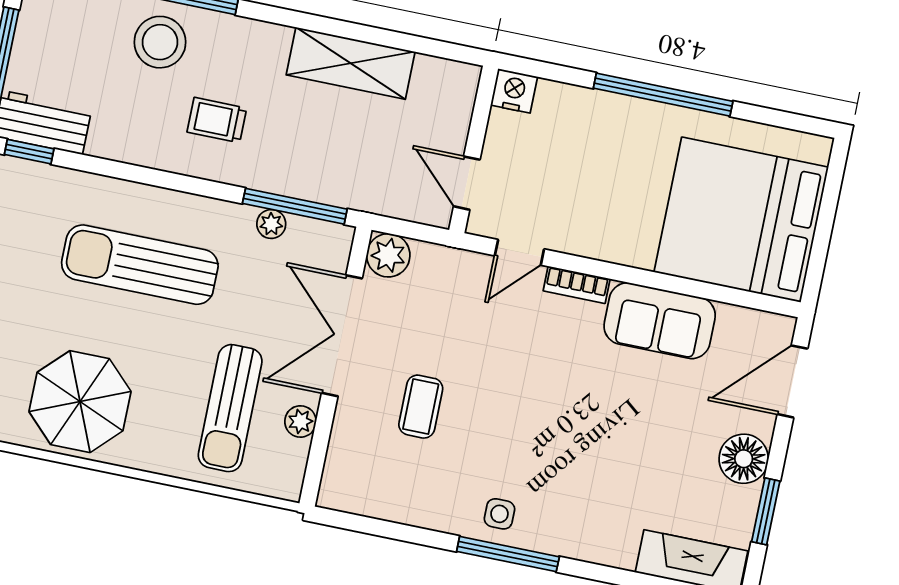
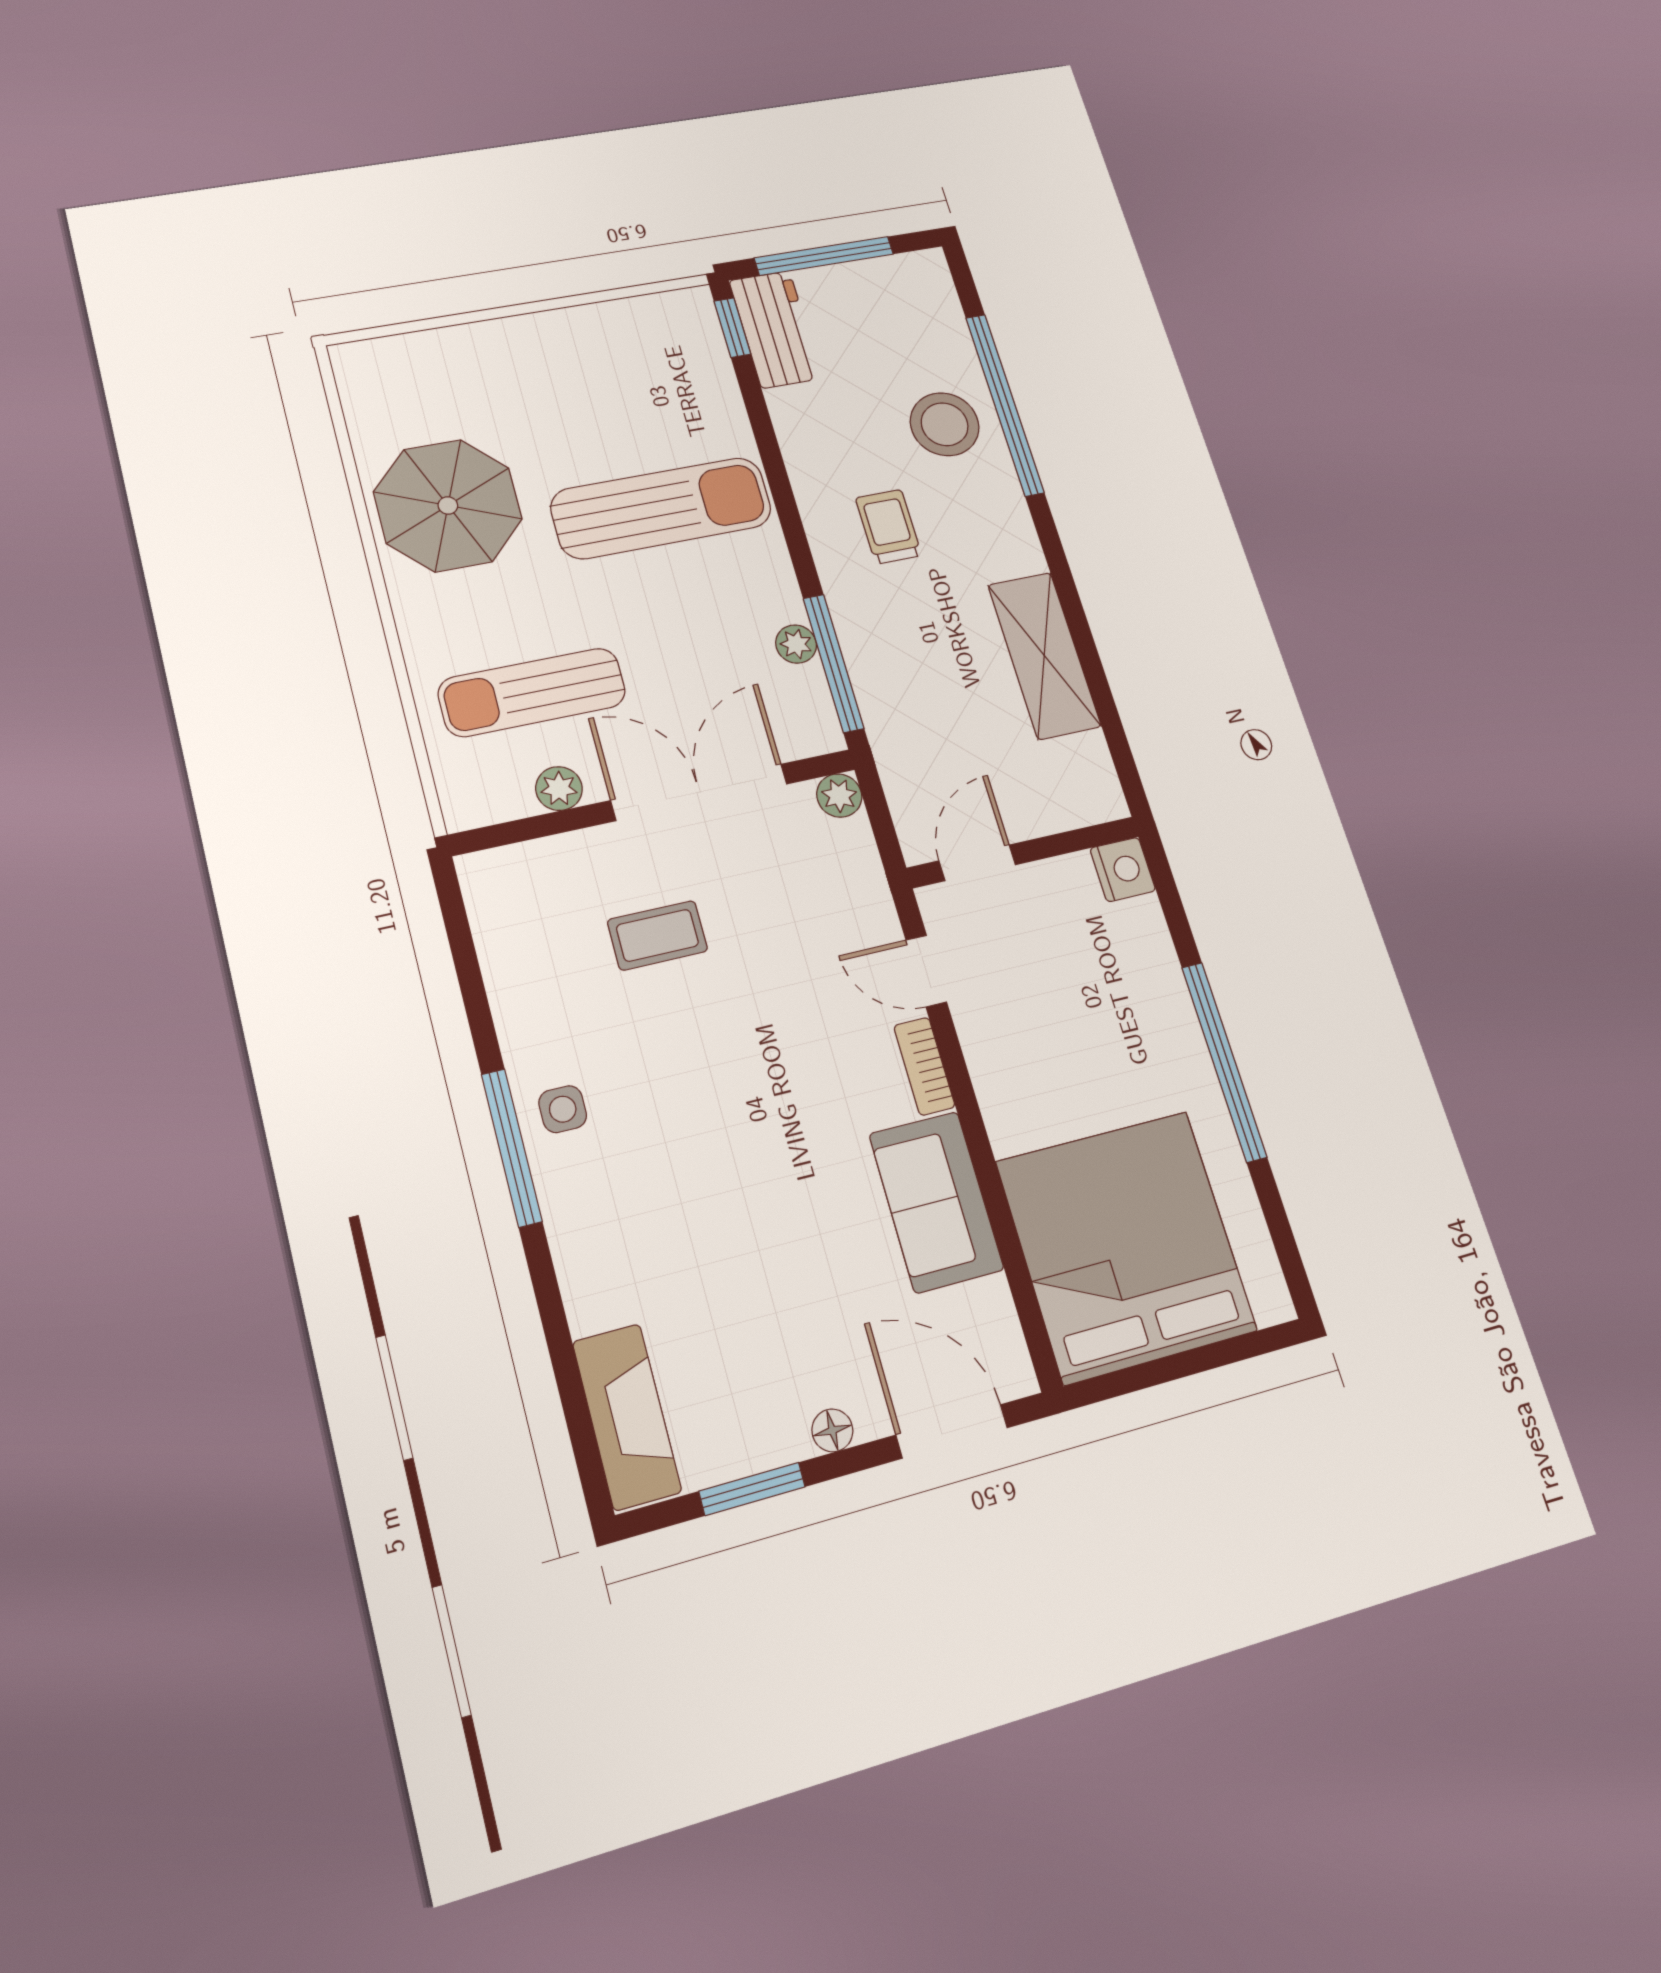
plant: (388, 255) -> (839, 796), width x0.73, depth x0.73
sun lounger: (140, 265) -> (661, 508), turned 90
floor lamp: (744, 459) -> (832, 1430), width x0.53, depth x0.53

